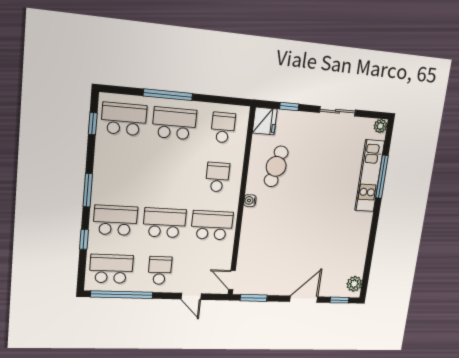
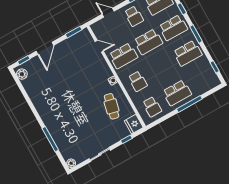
school desk: (124, 119) -> (188, 53), moved
kitchen unit: (370, 176) -> (57, 135), removed
door: (232, 280) -> (99, 46), moved

